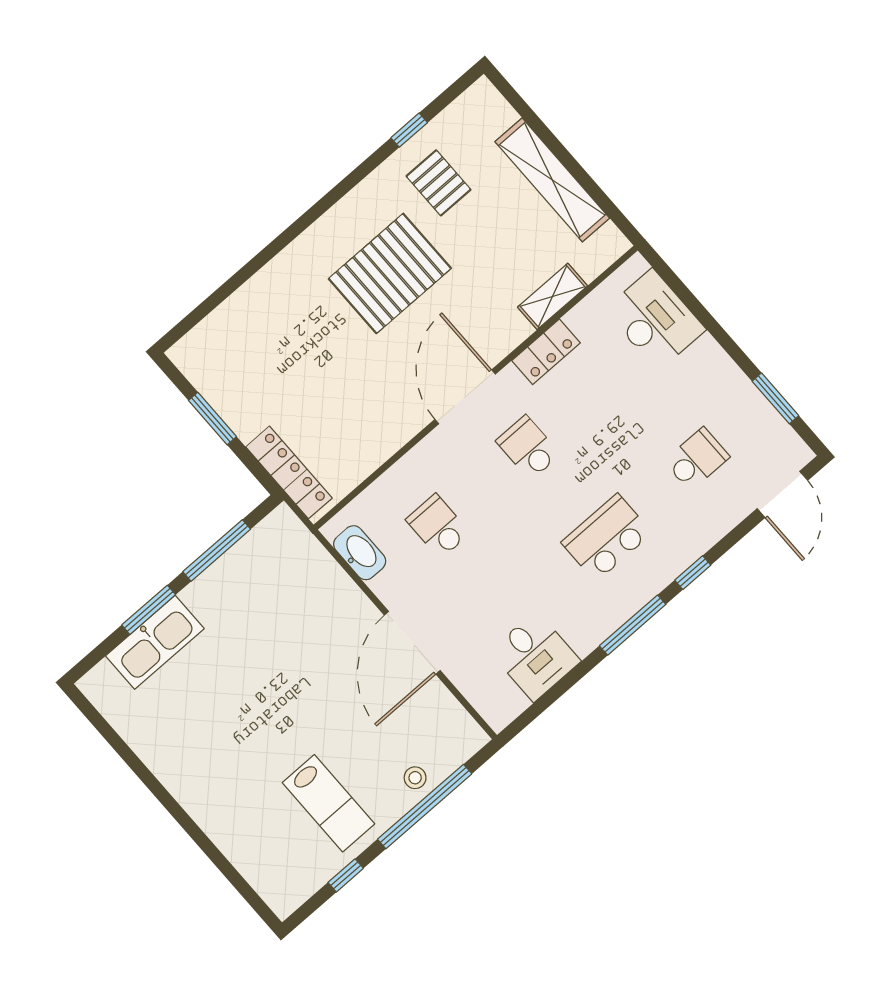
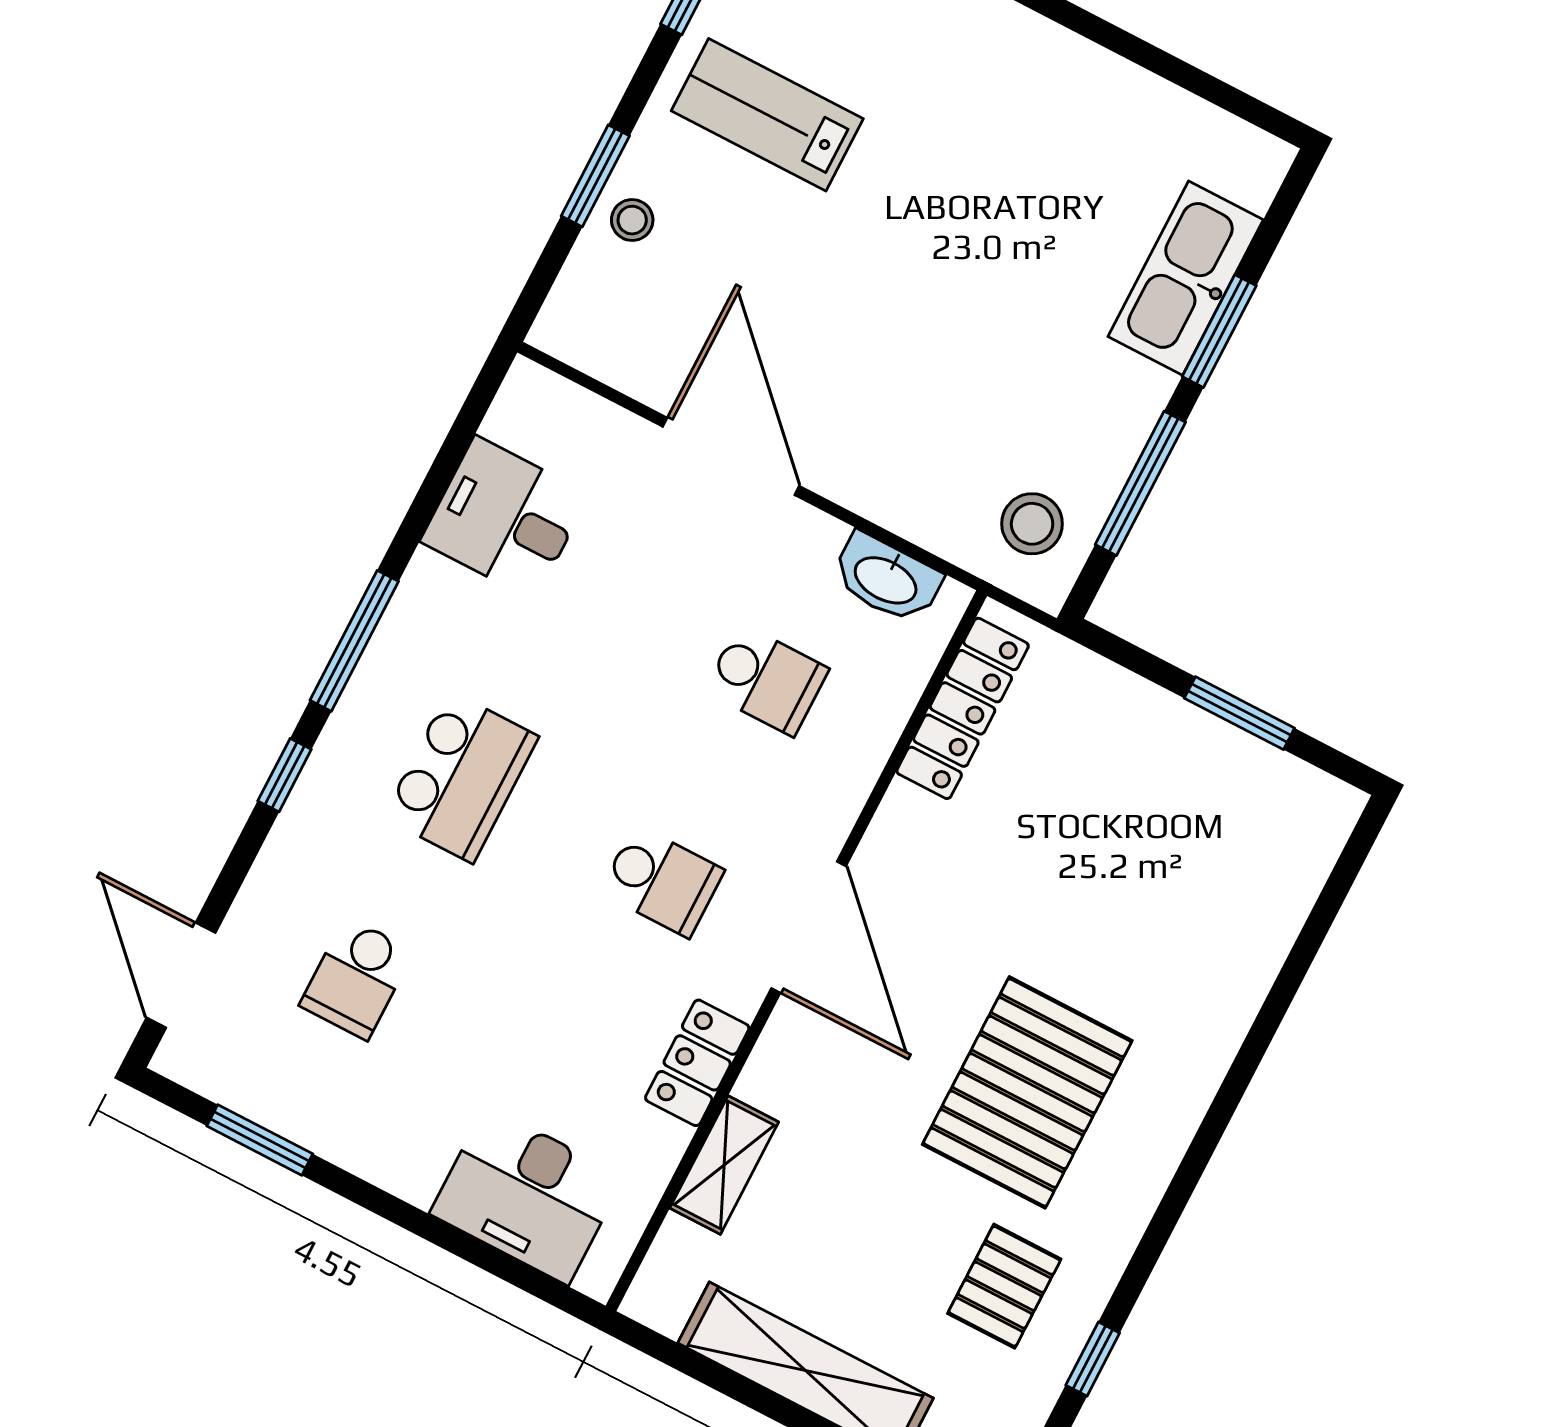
pallet: (439, 183) -> (1004, 1286), turned 90
locker: (289, 472) -> (963, 708), moved, turned -90
stool: (278, 552) -> (1032, 524), added
window: (425, 807) -> (595, 176), width x0.47

